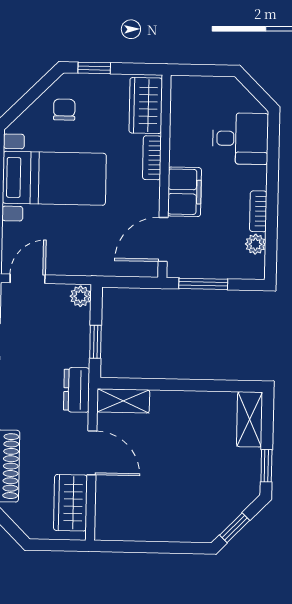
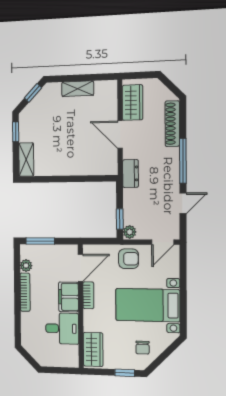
desk: (240, 139) -> (62, 328), moved, turned 180
bookcase: (152, 158) -> (88, 295), moved
bookcase: (258, 211) -> (25, 292), width x1.56
armchair: (83, 253) -> (129, 259), added
window: (203, 284) -> (40, 241), moved
window: (95, 342) -> (120, 219), moved
shelving: (123, 401) -> (78, 89), moved

